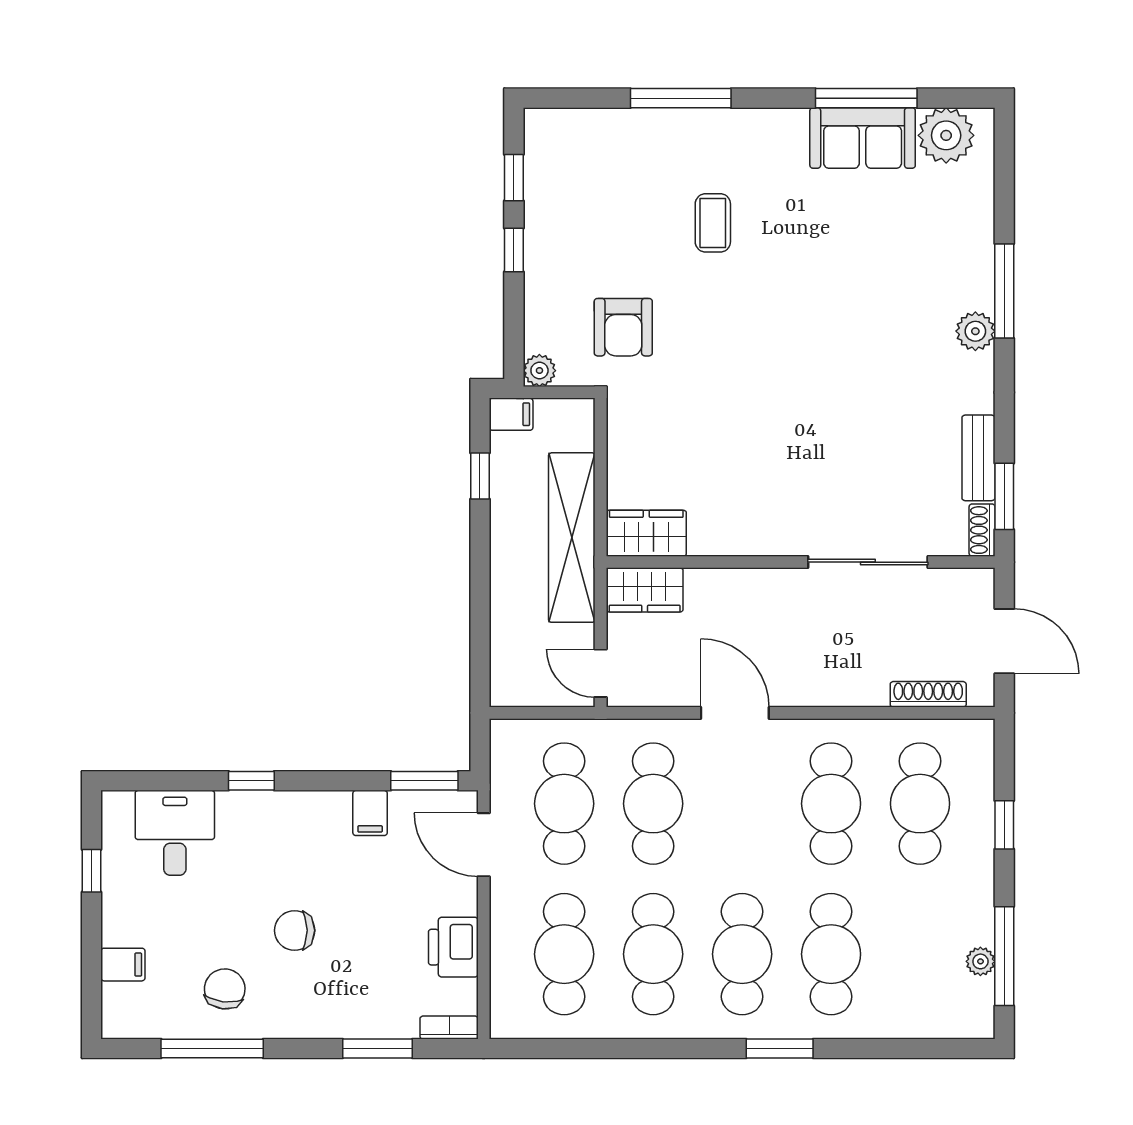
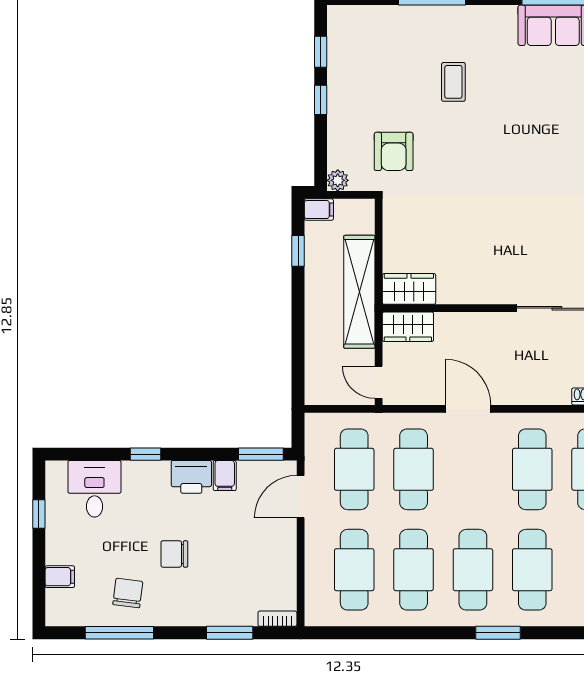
door: (484, 845) -> (301, 497), hinge flipped
printer: (453, 947) -> (191, 477), moved, turned -90

